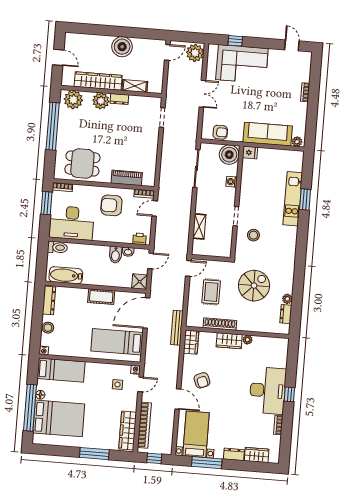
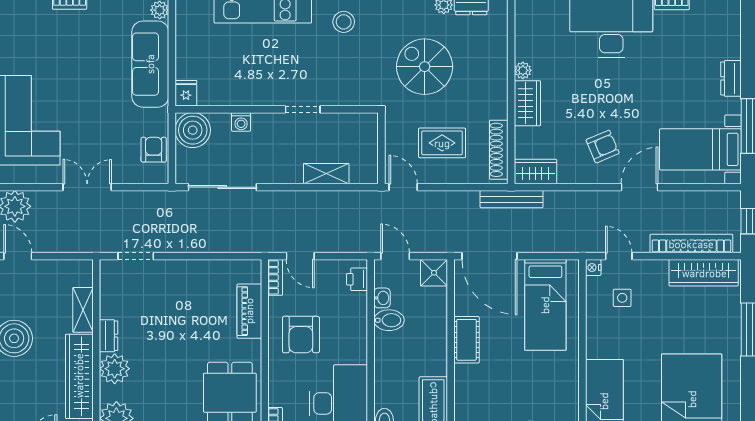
stool: (253, 235) -> (344, 22), moved
shoe rack: (220, 324) -> (499, 150), moved
wardrobe: (257, 455) -> (729, 37), removed

